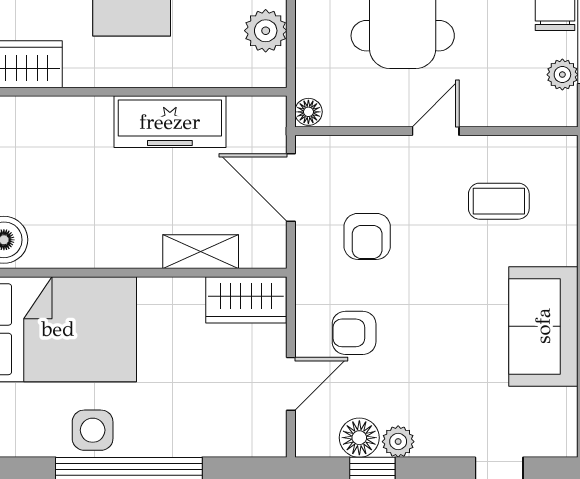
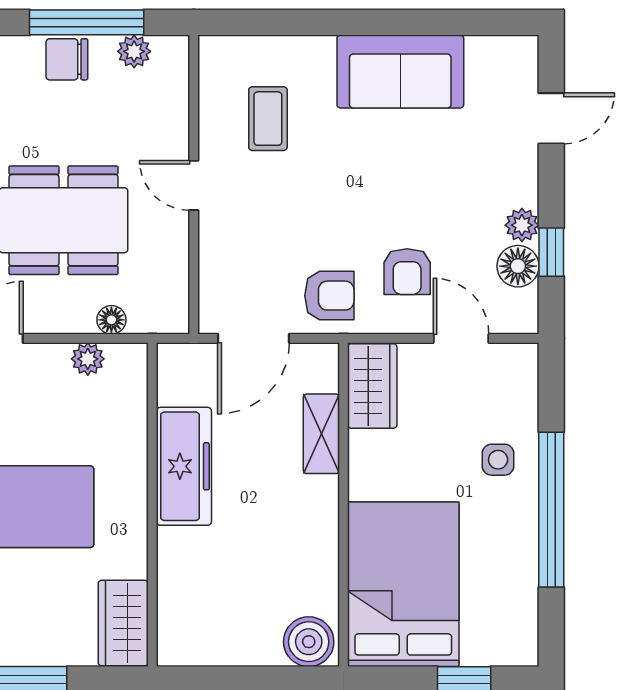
plant: (266, 31) -> (88, 359), width x0.73, depth x0.73
floor lamp: (308, 112) -> (111, 320), moved
armchair: (367, 236) -> (329, 296), moved
side table: (93, 430) -> (498, 460), moved, width x0.73, depth x0.73

